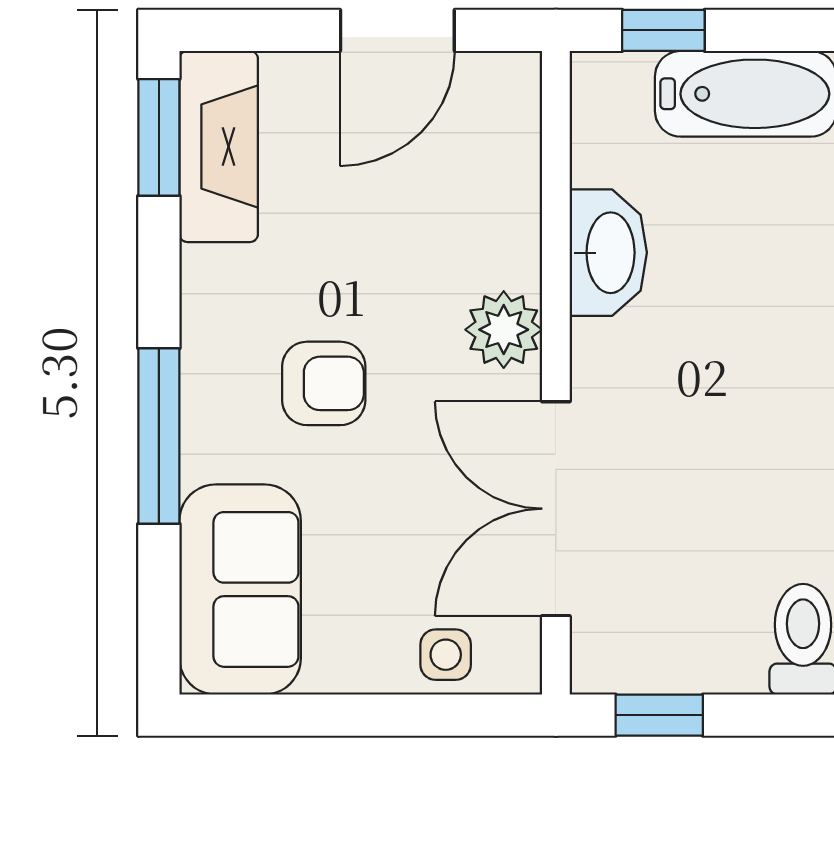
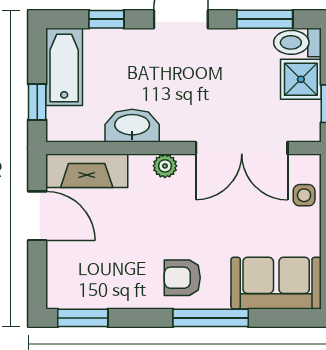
fireplace: (219, 147) -> (87, 171), moved, turned 180
plant: (504, 330) -> (165, 166), width x0.73, depth x0.73
armchair: (324, 383) -> (182, 278), moved, turned -90
shower: (717, 647) -> (301, 79), added

